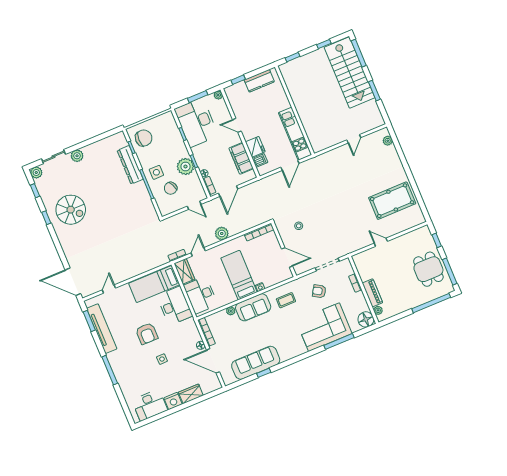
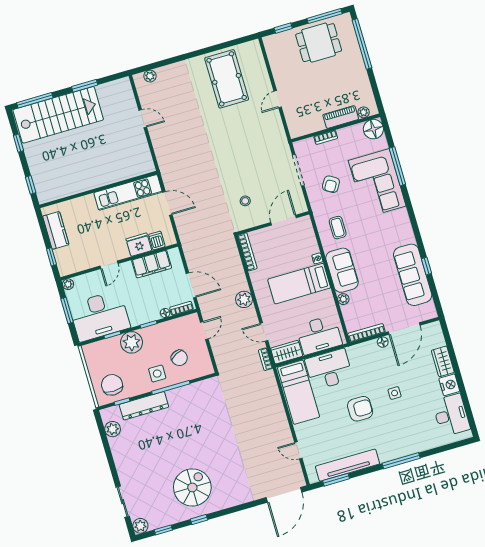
plant: (77, 156) -> (113, 429), moved
plant: (185, 166) -> (132, 342), moved

